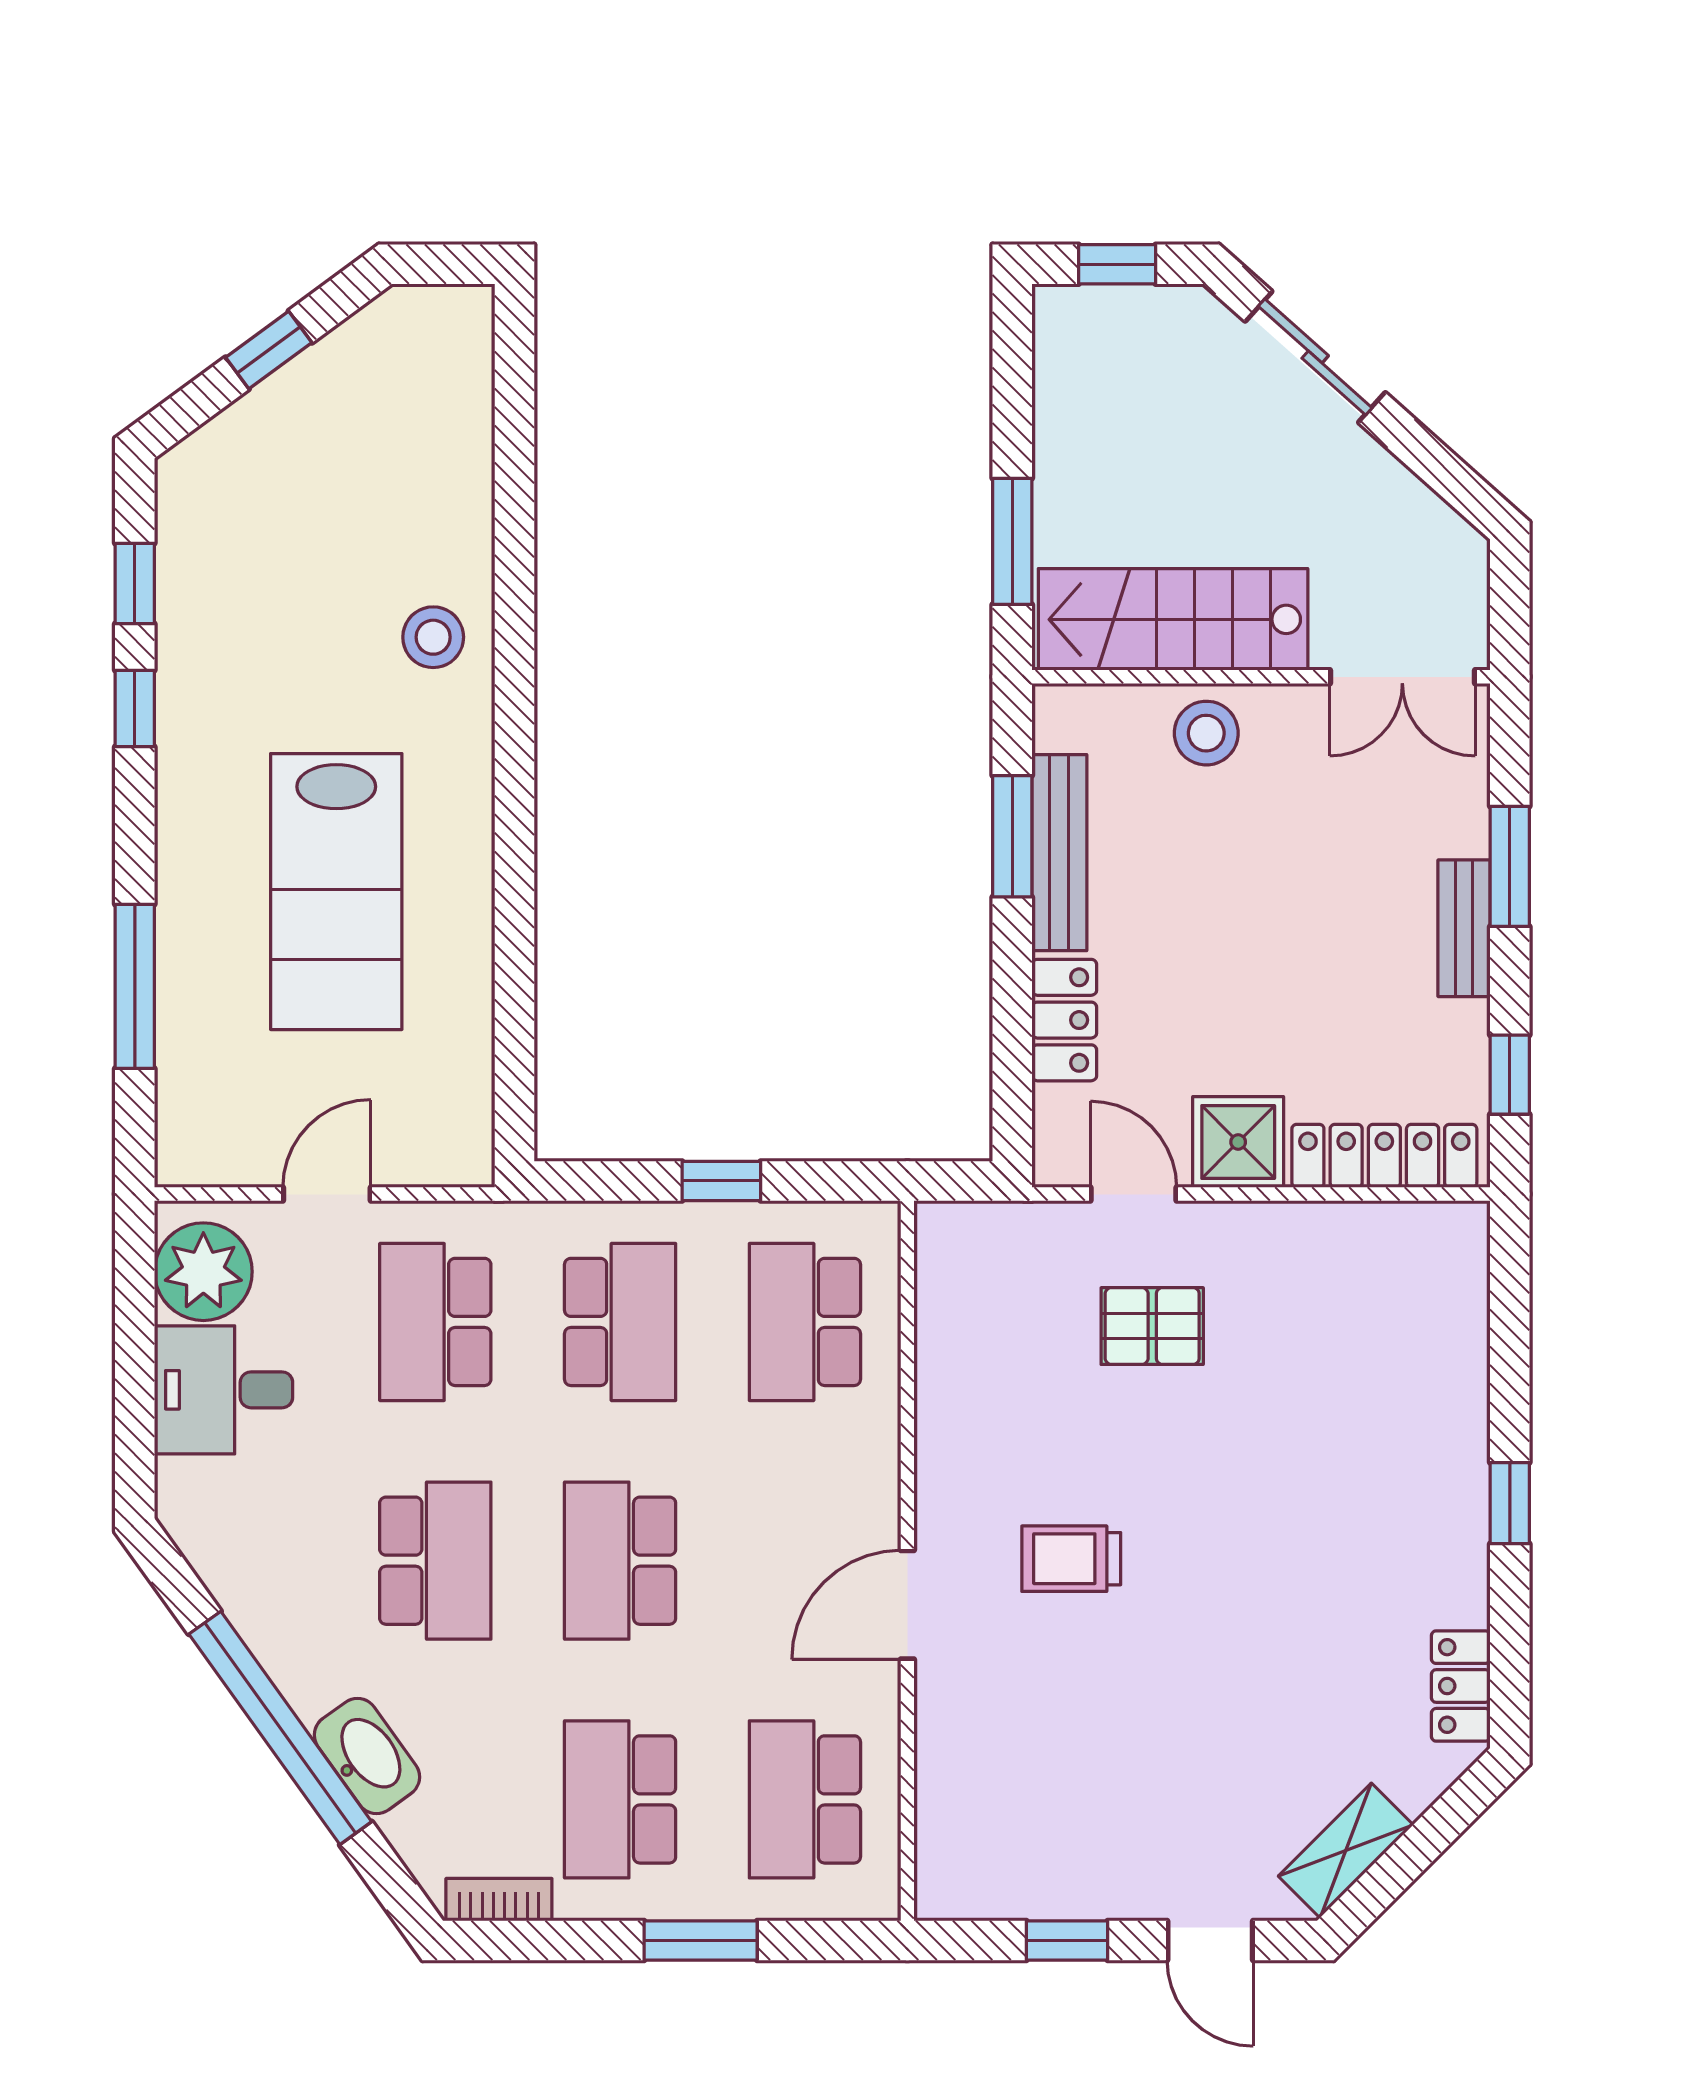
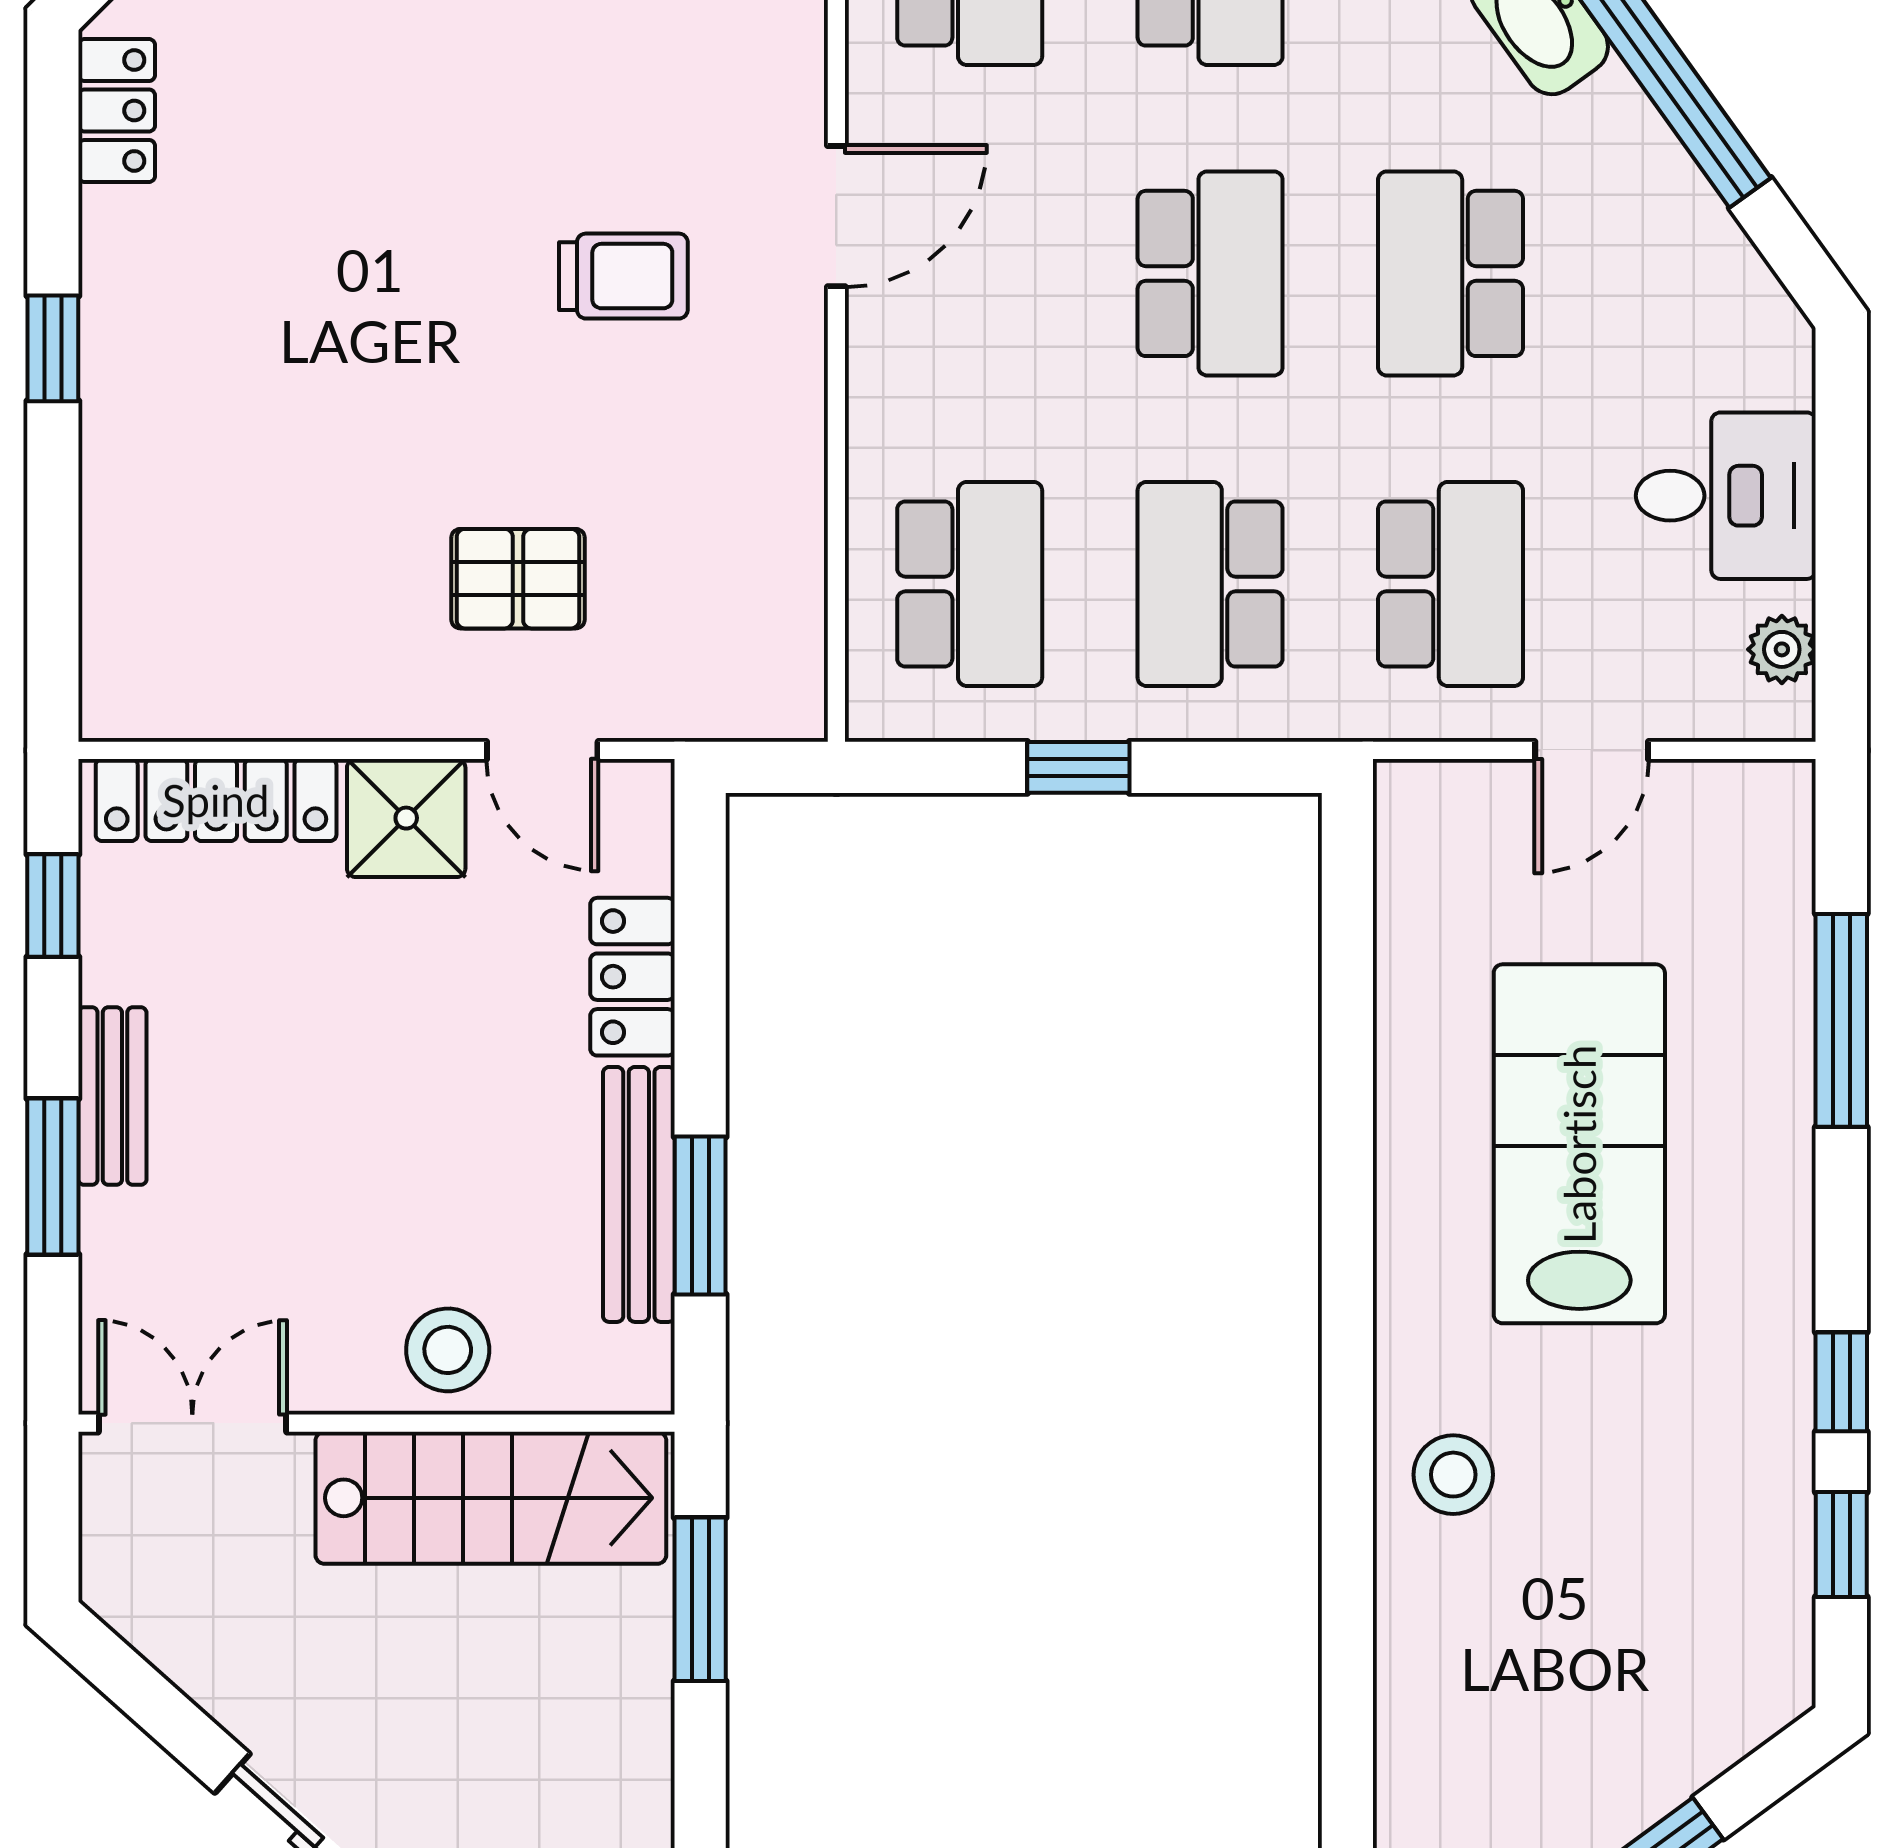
plant: (203, 1272) -> (1782, 649), width x0.53, depth x0.53

